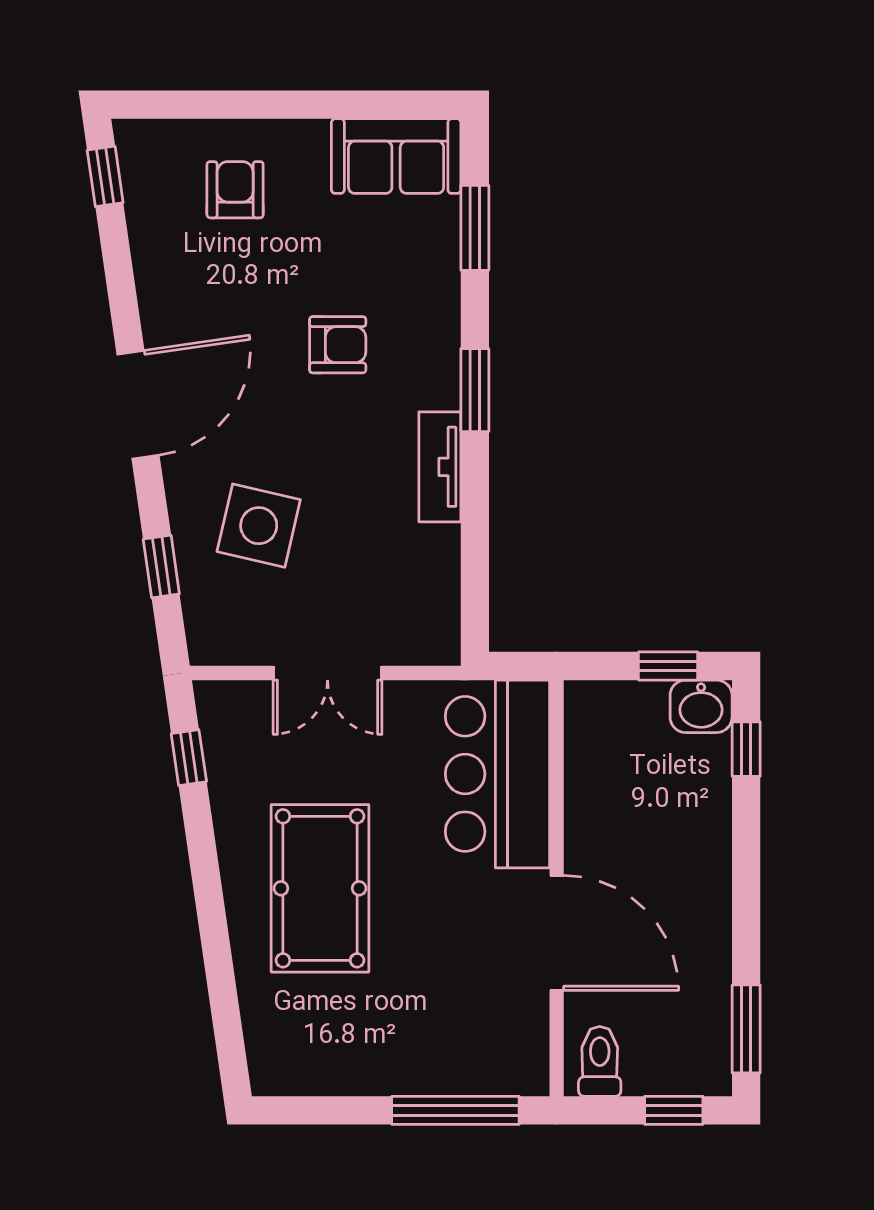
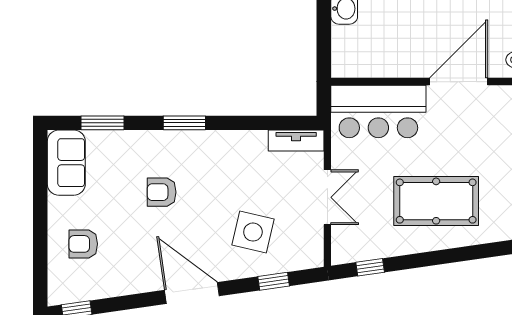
armchair: (338, 345) -> (162, 192), turned -90
tv unit: (440, 467) -> (296, 141), moved
window: (668, 666) -> (324, 25), removed

